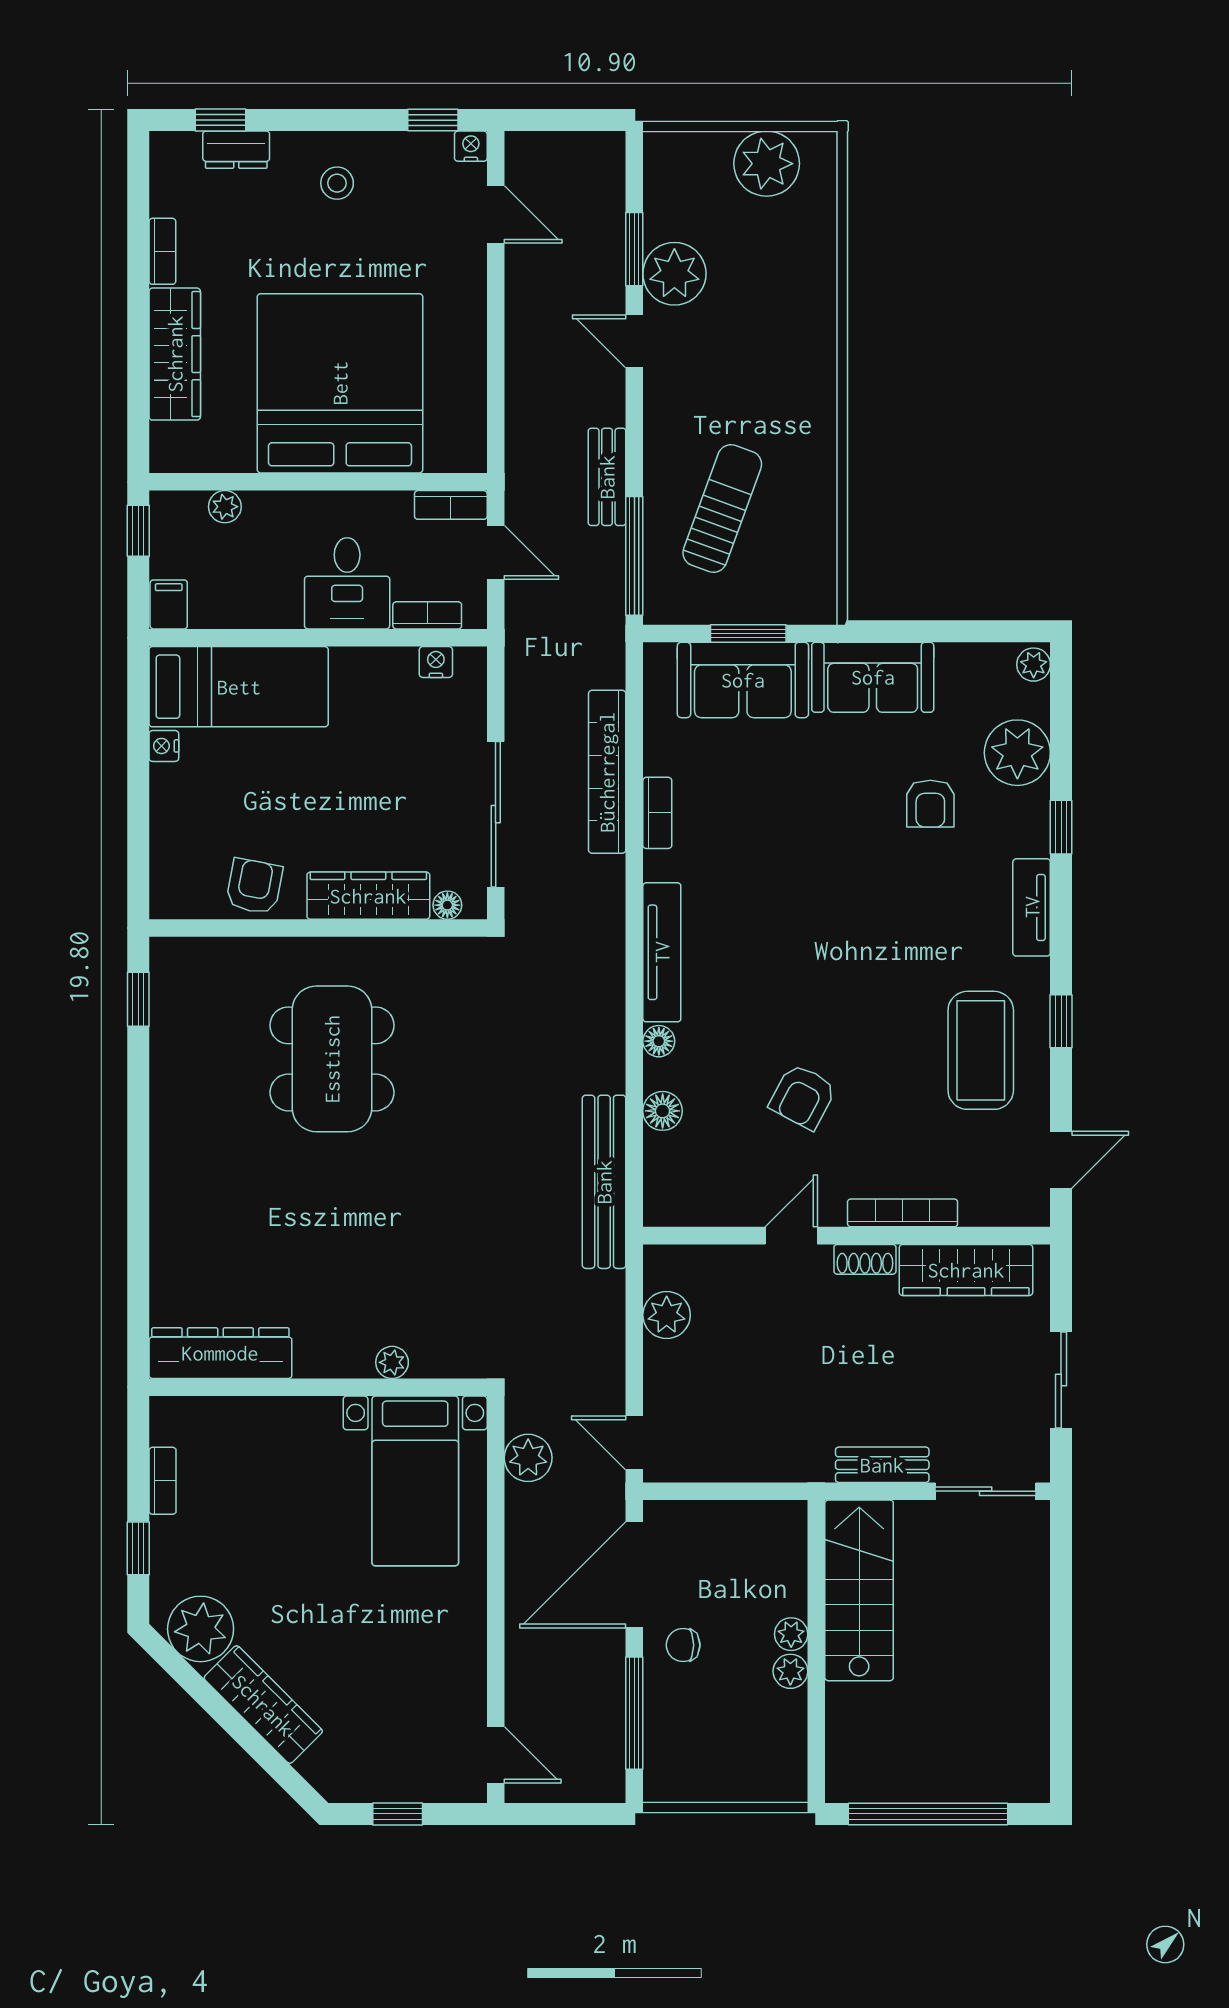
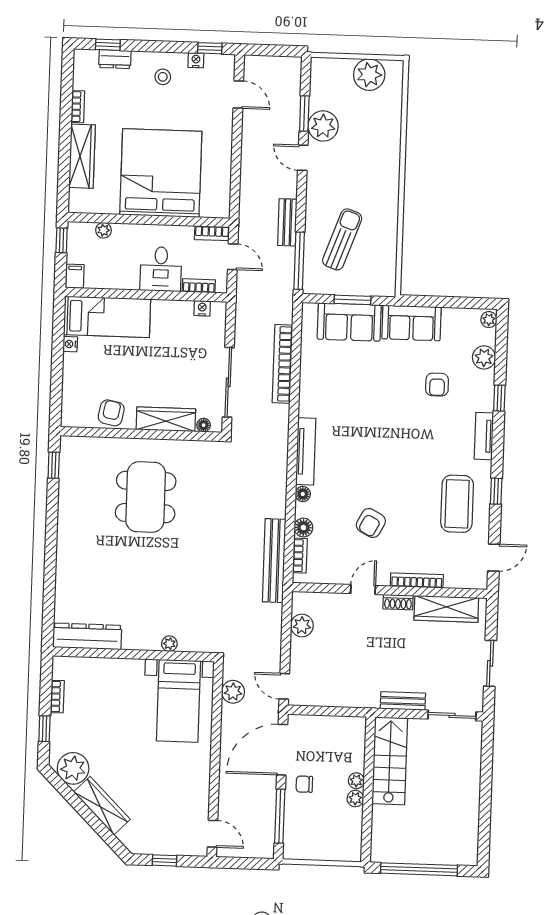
nightstand: (471, 146) -> (196, 60), moved
plant: (1017, 753) -> (484, 357), width x0.73, depth x0.73
bookcase: (657, 813) -> (300, 556), moved

